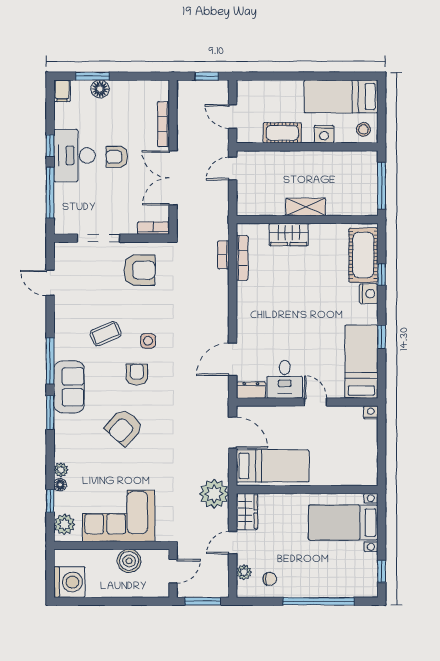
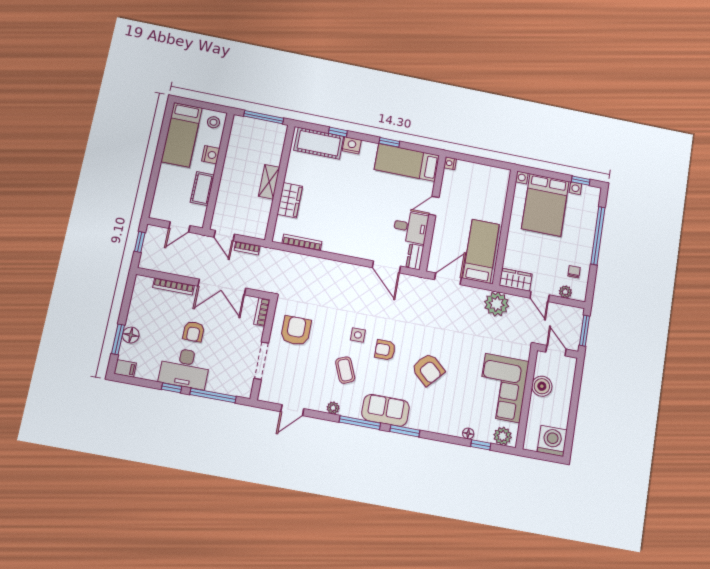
bookcase: (223, 255) -> (247, 248), moved
plant: (61, 470) -> (333, 408), moved
bed with nightstands: (343, 523) -> (545, 205), width x1.36

